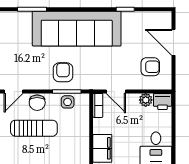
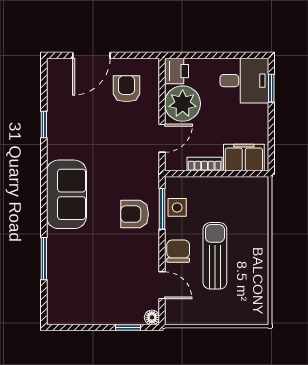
sofa: (77, 29) -> (66, 194), width x0.54, depth x0.79
plant: (146, 100) -> (183, 104), width x1.87, depth x1.87
chair: (37, 103) -> (178, 251), turned -90
bookcase: (98, 105) -> (204, 164), moved

